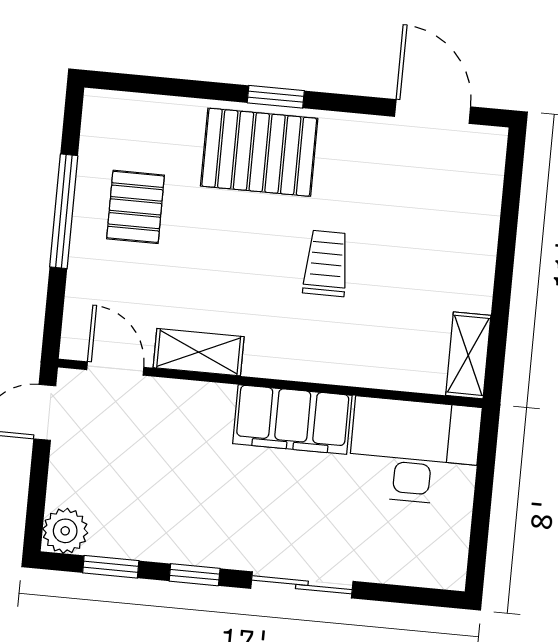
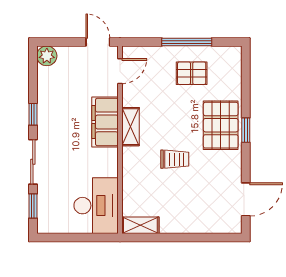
shelving: (199, 352) -> (131, 127), moved
filing cabinet: (292, 420) -> (105, 122), moved
window: (111, 567) -> (33, 206), moved

